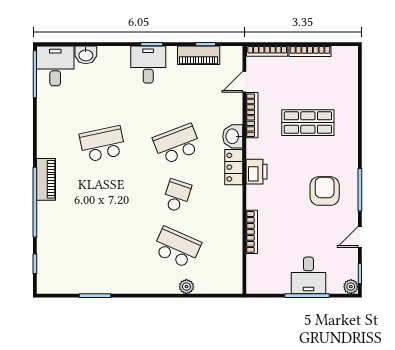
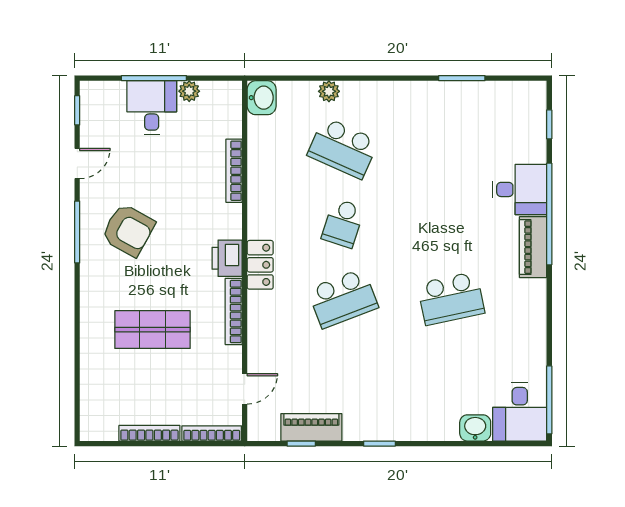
desk: (148, 65) -> (520, 189), moved, turned -90
bookcase: (252, 115) -> (234, 312), moved
washbasin: (233, 136) -> (262, 98), moved
armchair: (325, 191) -> (128, 230), turned -61
plant: (351, 287) -> (189, 91), moved

